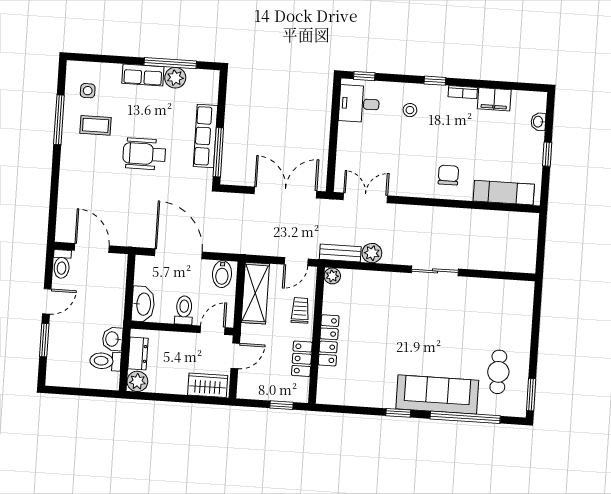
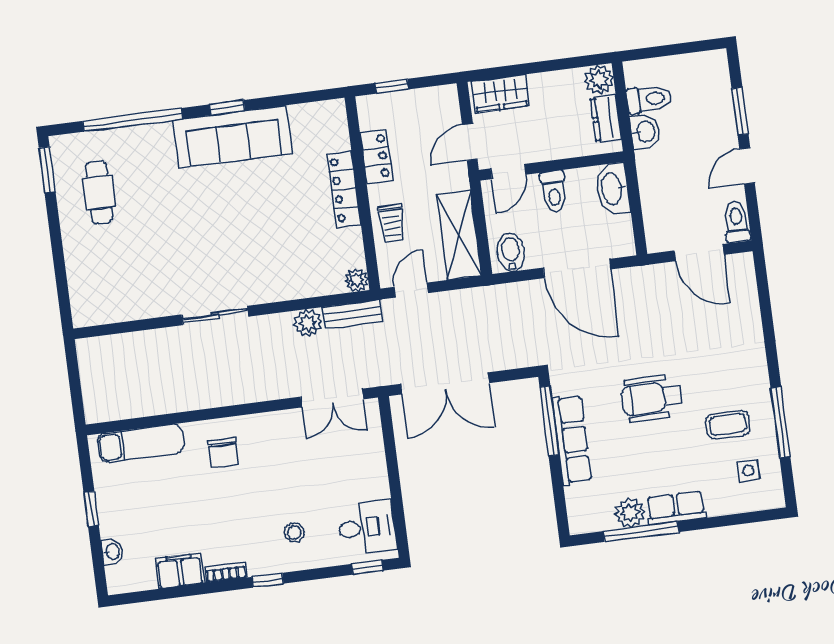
wheelchair: (144, 154) -> (652, 398), turned 180
sofa: (437, 394) -> (233, 137), moved

